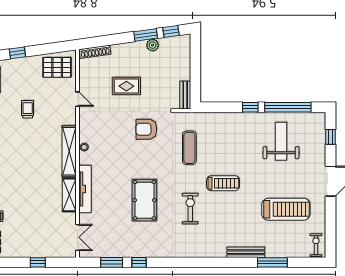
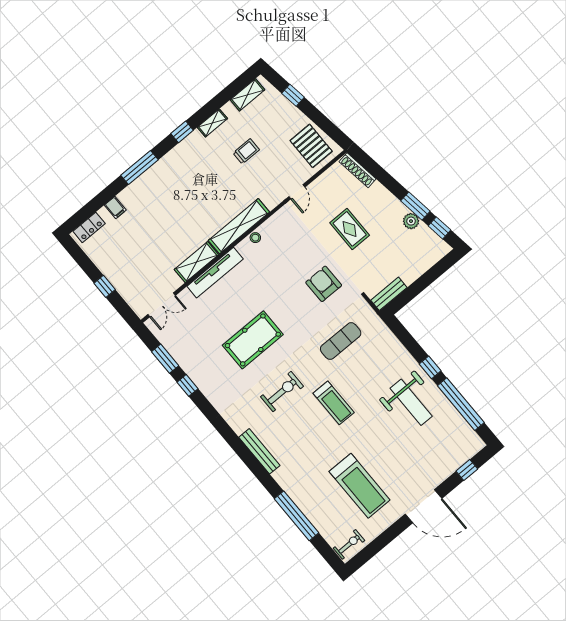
weight bench: (281, 141) -> (411, 402), moved, turned 90
bench: (246, 252) -> (259, 451), moved
window: (272, 262) -> (296, 516), width x1.46

